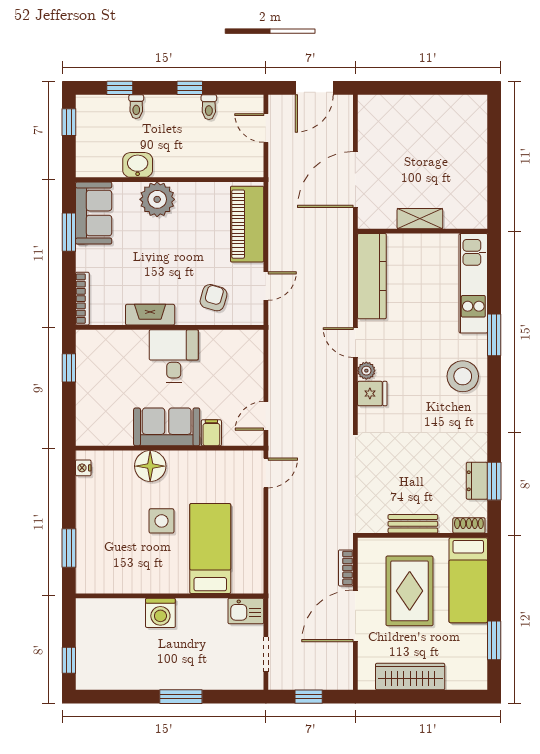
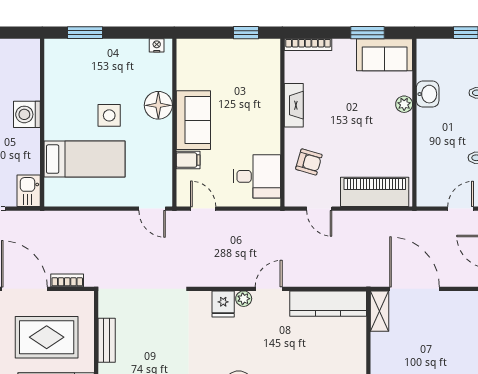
plant: (157, 199) -> (404, 104), width x0.53, depth x0.53
shelving: (420, 219) -> (380, 311), moved
desk: (174, 356) -> (257, 176), moved

